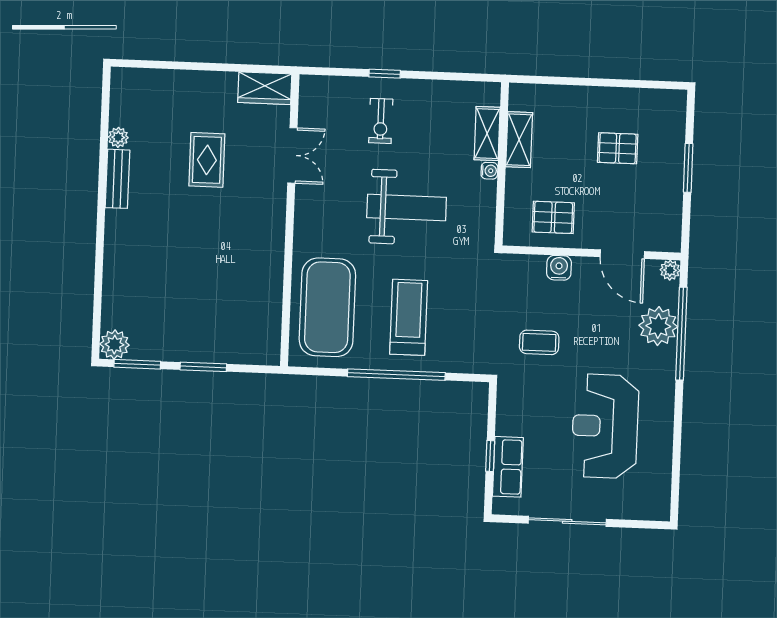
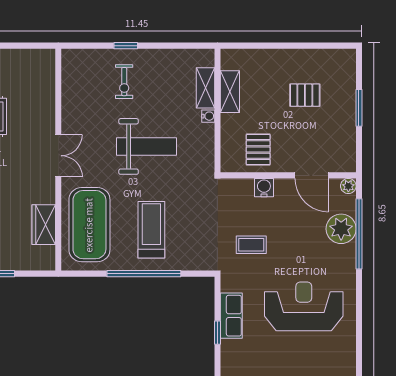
wardrobe: (265, 88) -> (44, 225), moved, turned 90
double door: (292, 155) -> (58, 156), moved
pallet: (553, 217) -> (258, 150), turned 90
reception desk: (605, 426) -> (304, 306), turned 90
row of seats: (508, 467) -> (231, 316), moved

